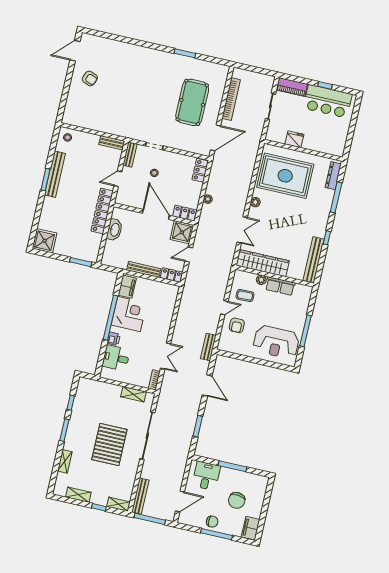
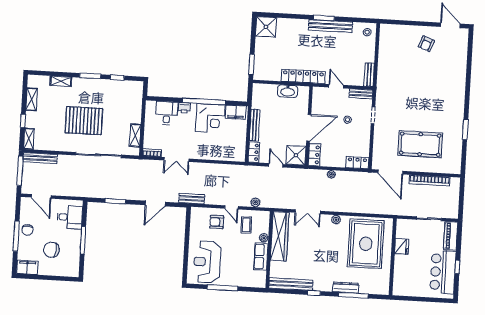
dresser: (333, 176) -> (346, 288), moved
plant: (223, 282) -> (255, 202), added

